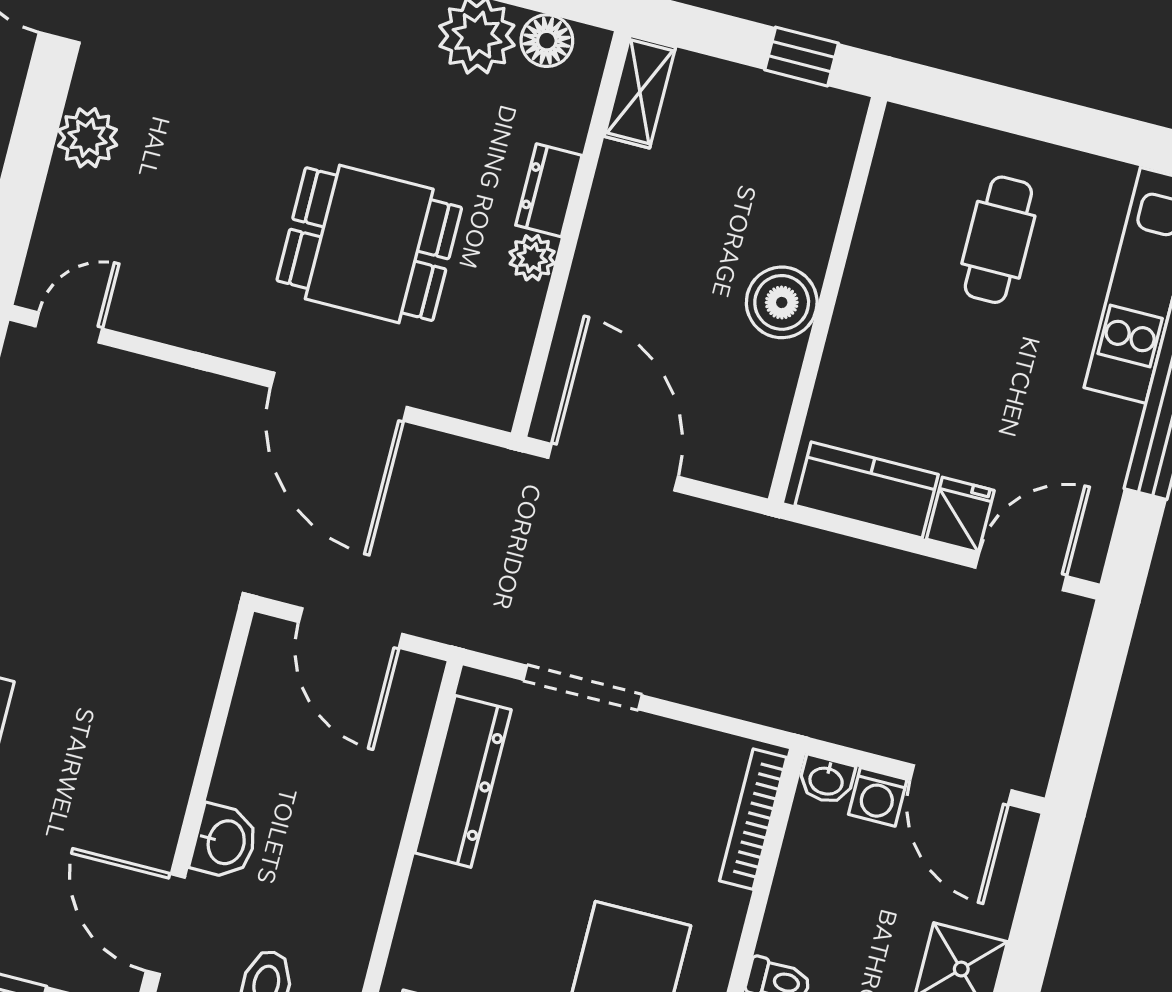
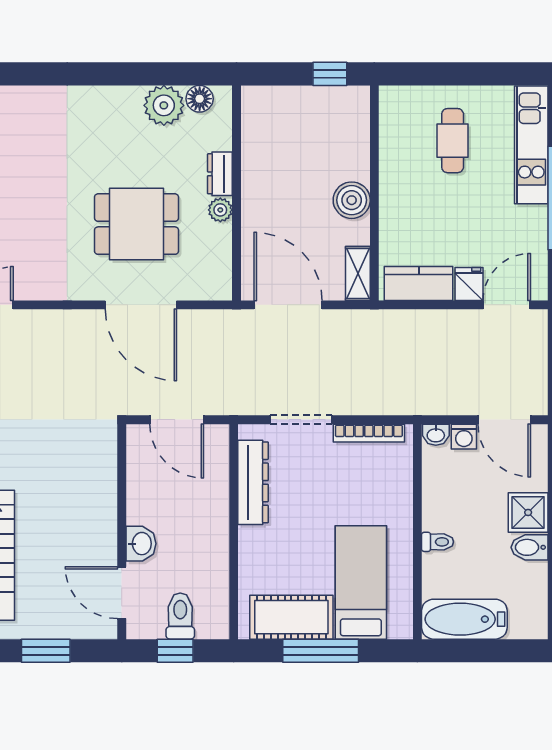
shelving: (640, 92) -> (358, 273), moved
bookcase: (753, 819) -> (369, 433), moved, turned -90

